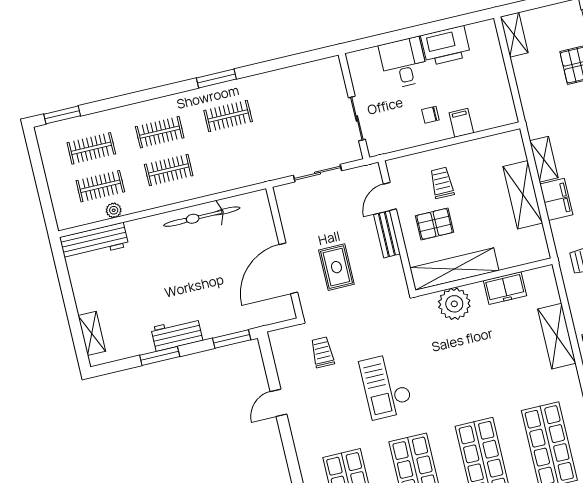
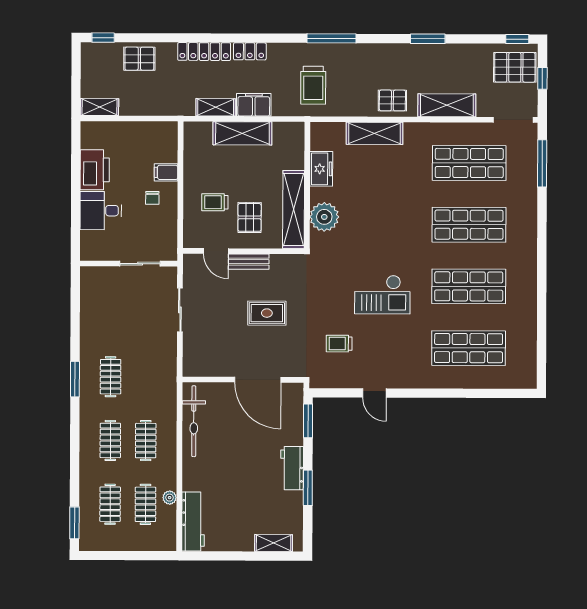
wall: (285, 253) -> (243, 380), moved
door: (288, 268) -> (258, 380), moved

